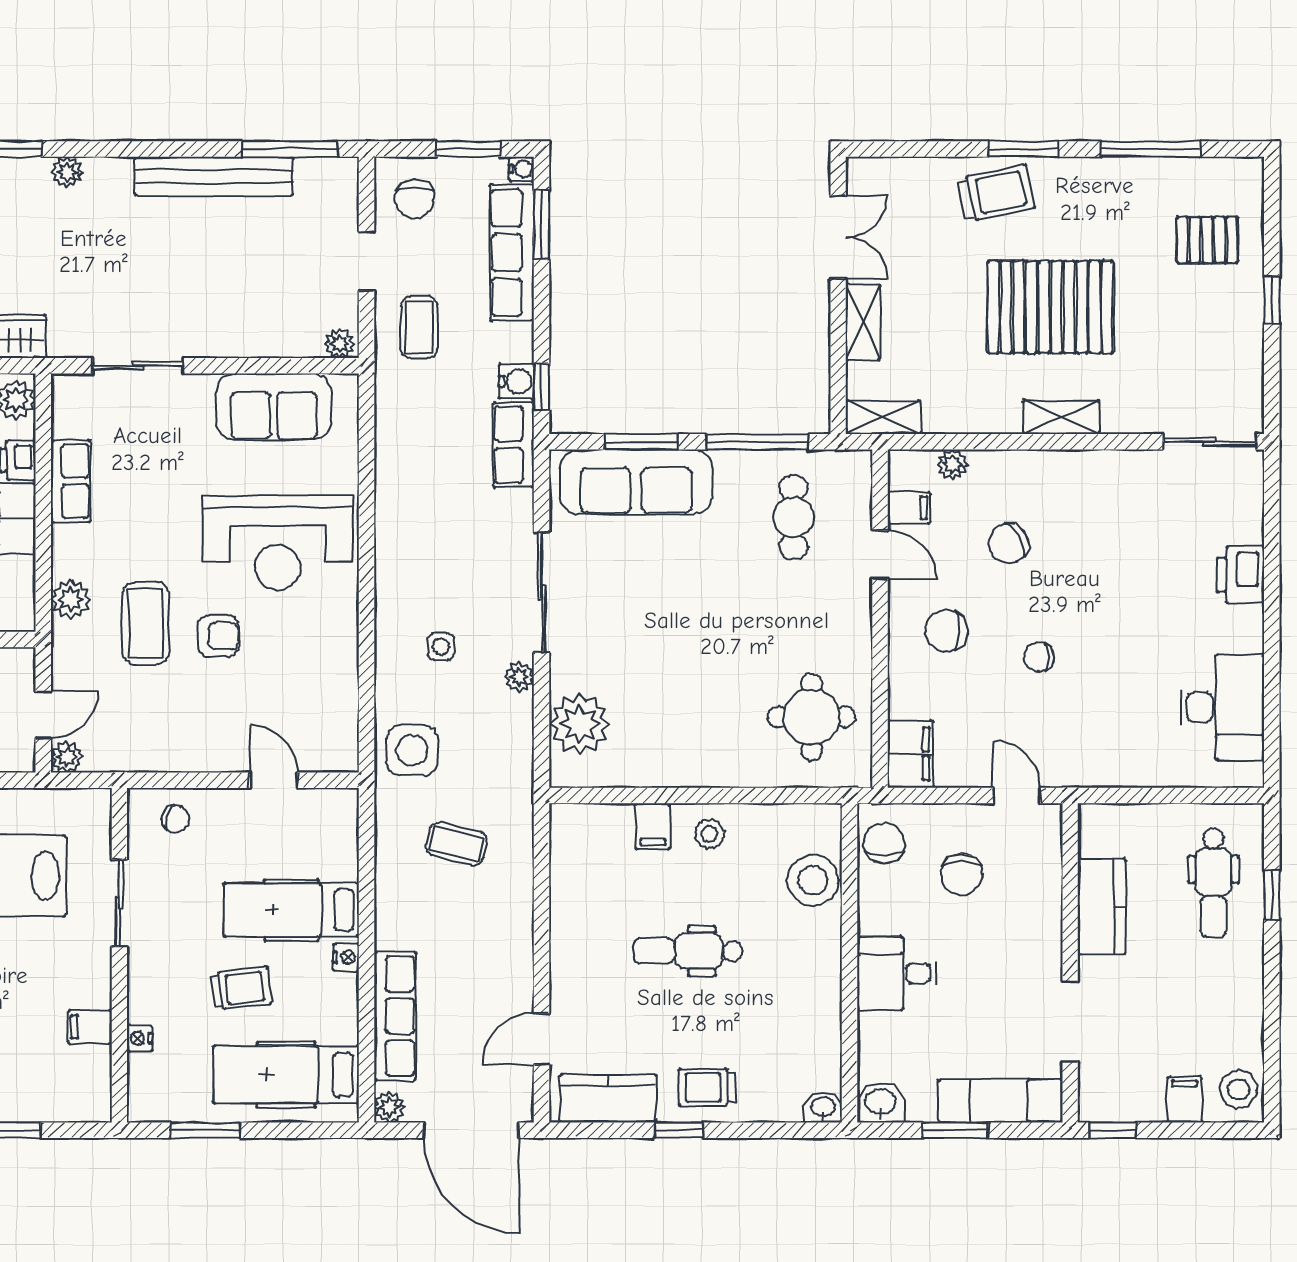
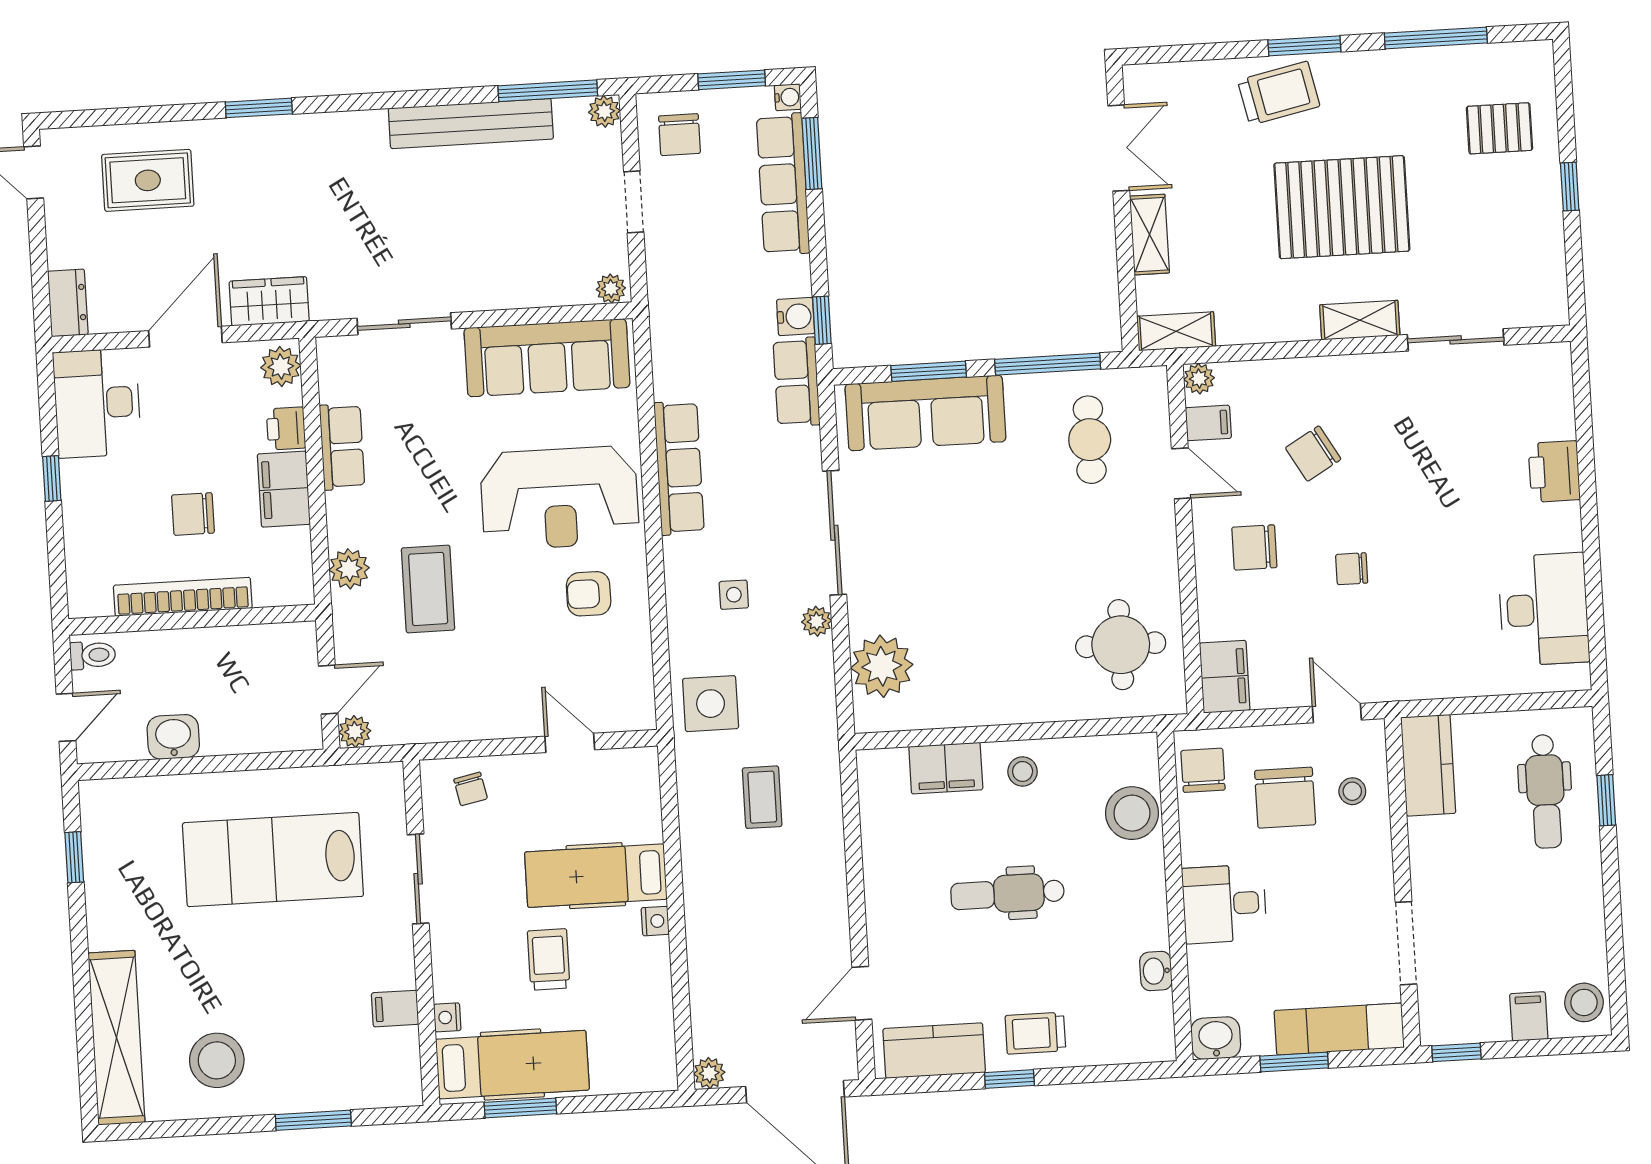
plant: (67, 172) -> (604, 111), moved
coffee table: (419, 327) -> (692, 267), removed
sofa: (274, 407) -> (547, 358), width x1.36
sliding door: (1210, 442) -> (1456, 340), moved
plant: (952, 464) -> (1199, 379), moved
armchair: (218, 636) -> (589, 594), moved, turned 180
chair: (175, 819) -> (471, 789), turned 60
filing cabinet: (653, 826) -> (946, 768), width x2.00
coffee table: (456, 844) -> (762, 797), turned 76
stool: (1027, 872) -> (1352, 791), added
chair: (962, 874) -> (1285, 798), width x1.37, depth x1.37
kitchen counter: (1102, 907) -> (1428, 765), moved
trolley: (241, 988) -> (549, 959), turned -83
row of seats: (395, 1016) -> (679, 468), moved
hospital bed: (286, 1075) -> (512, 1065), moved, turned 180
washbasin: (823, 1107) -> (1156, 971), moved, turned -90

